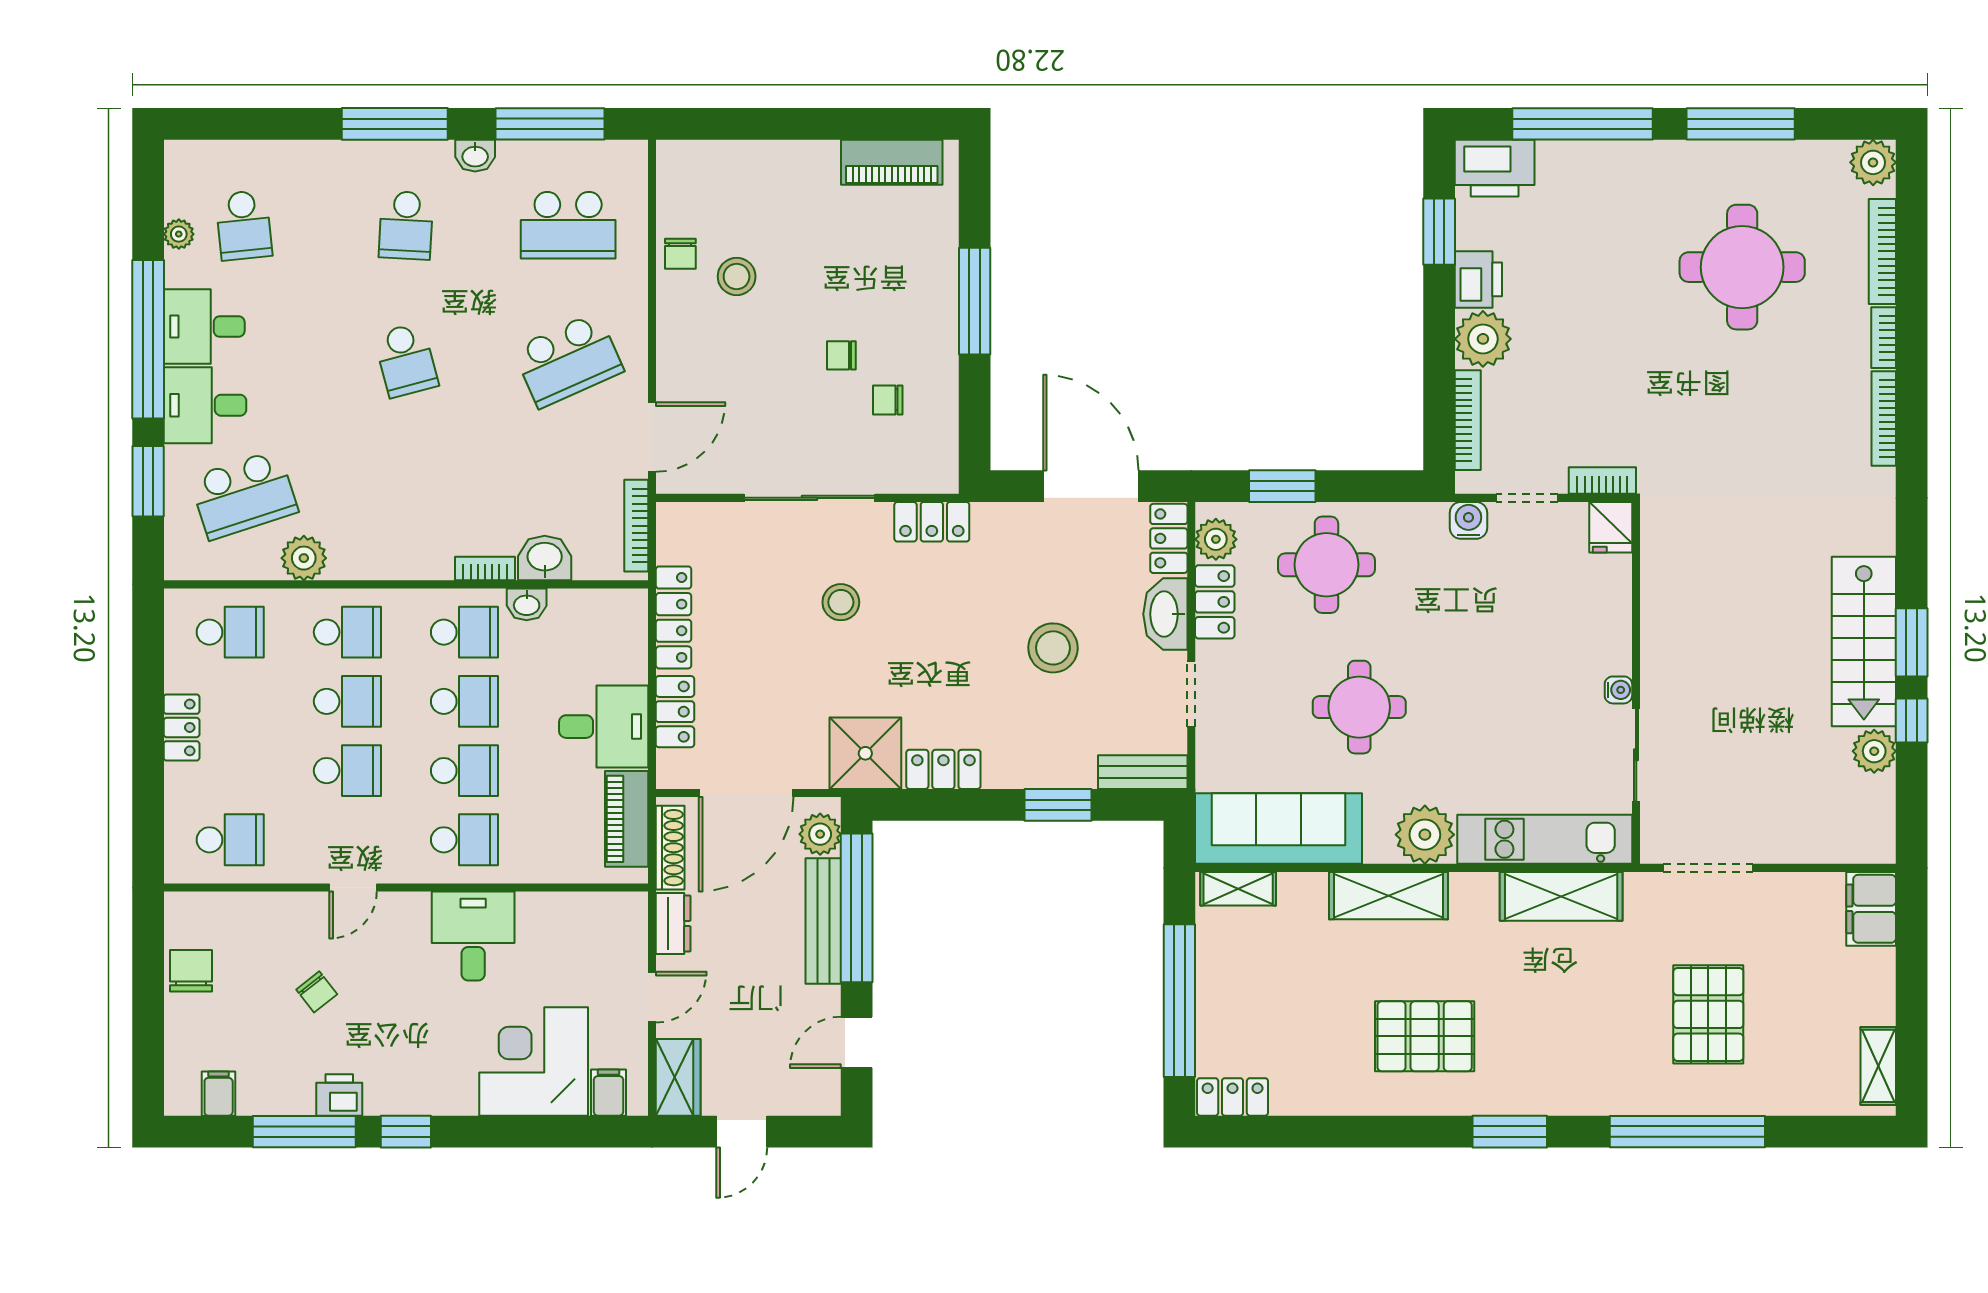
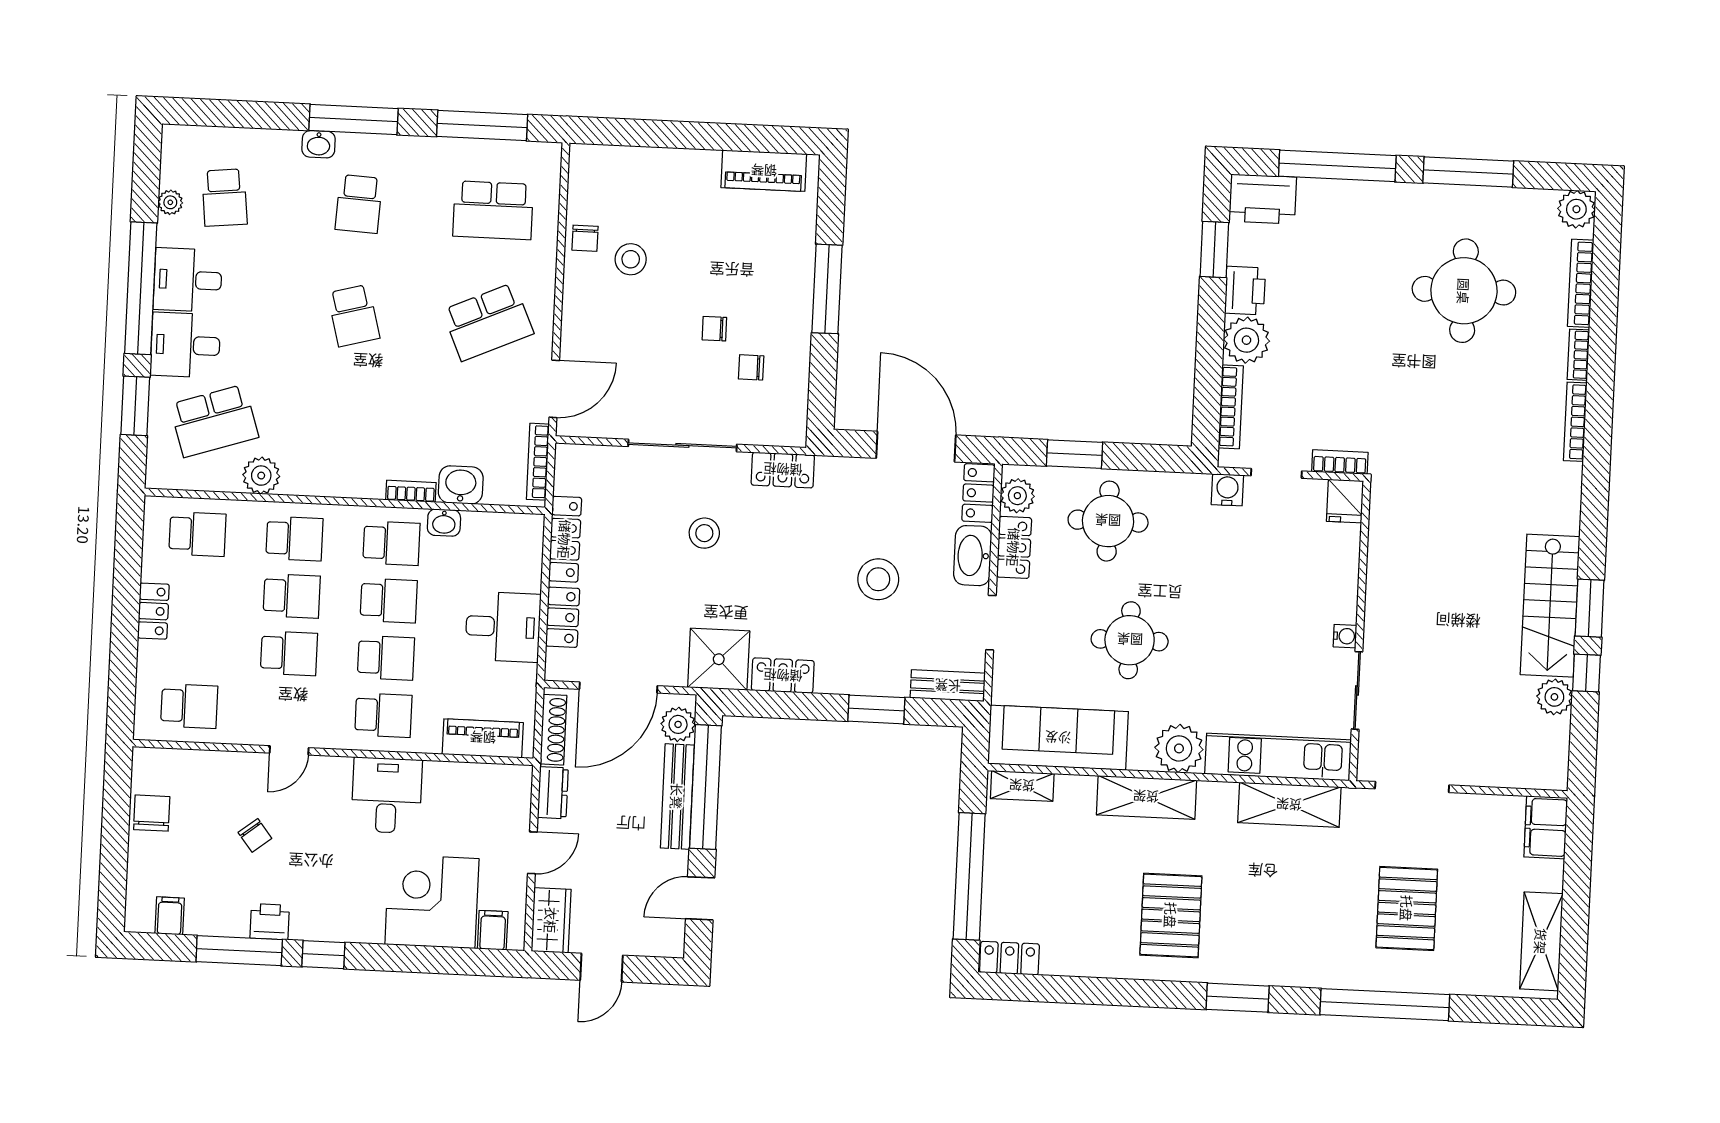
washbasin: (475, 156) -> (319, 144), moved
piano: (627, 819) -> (483, 738), moved, turned 90
pallet: (1425, 1036) -> (1171, 915), turned 90
shelving: (1878, 1066) -> (1541, 941), width x1.50, depth x1.33

